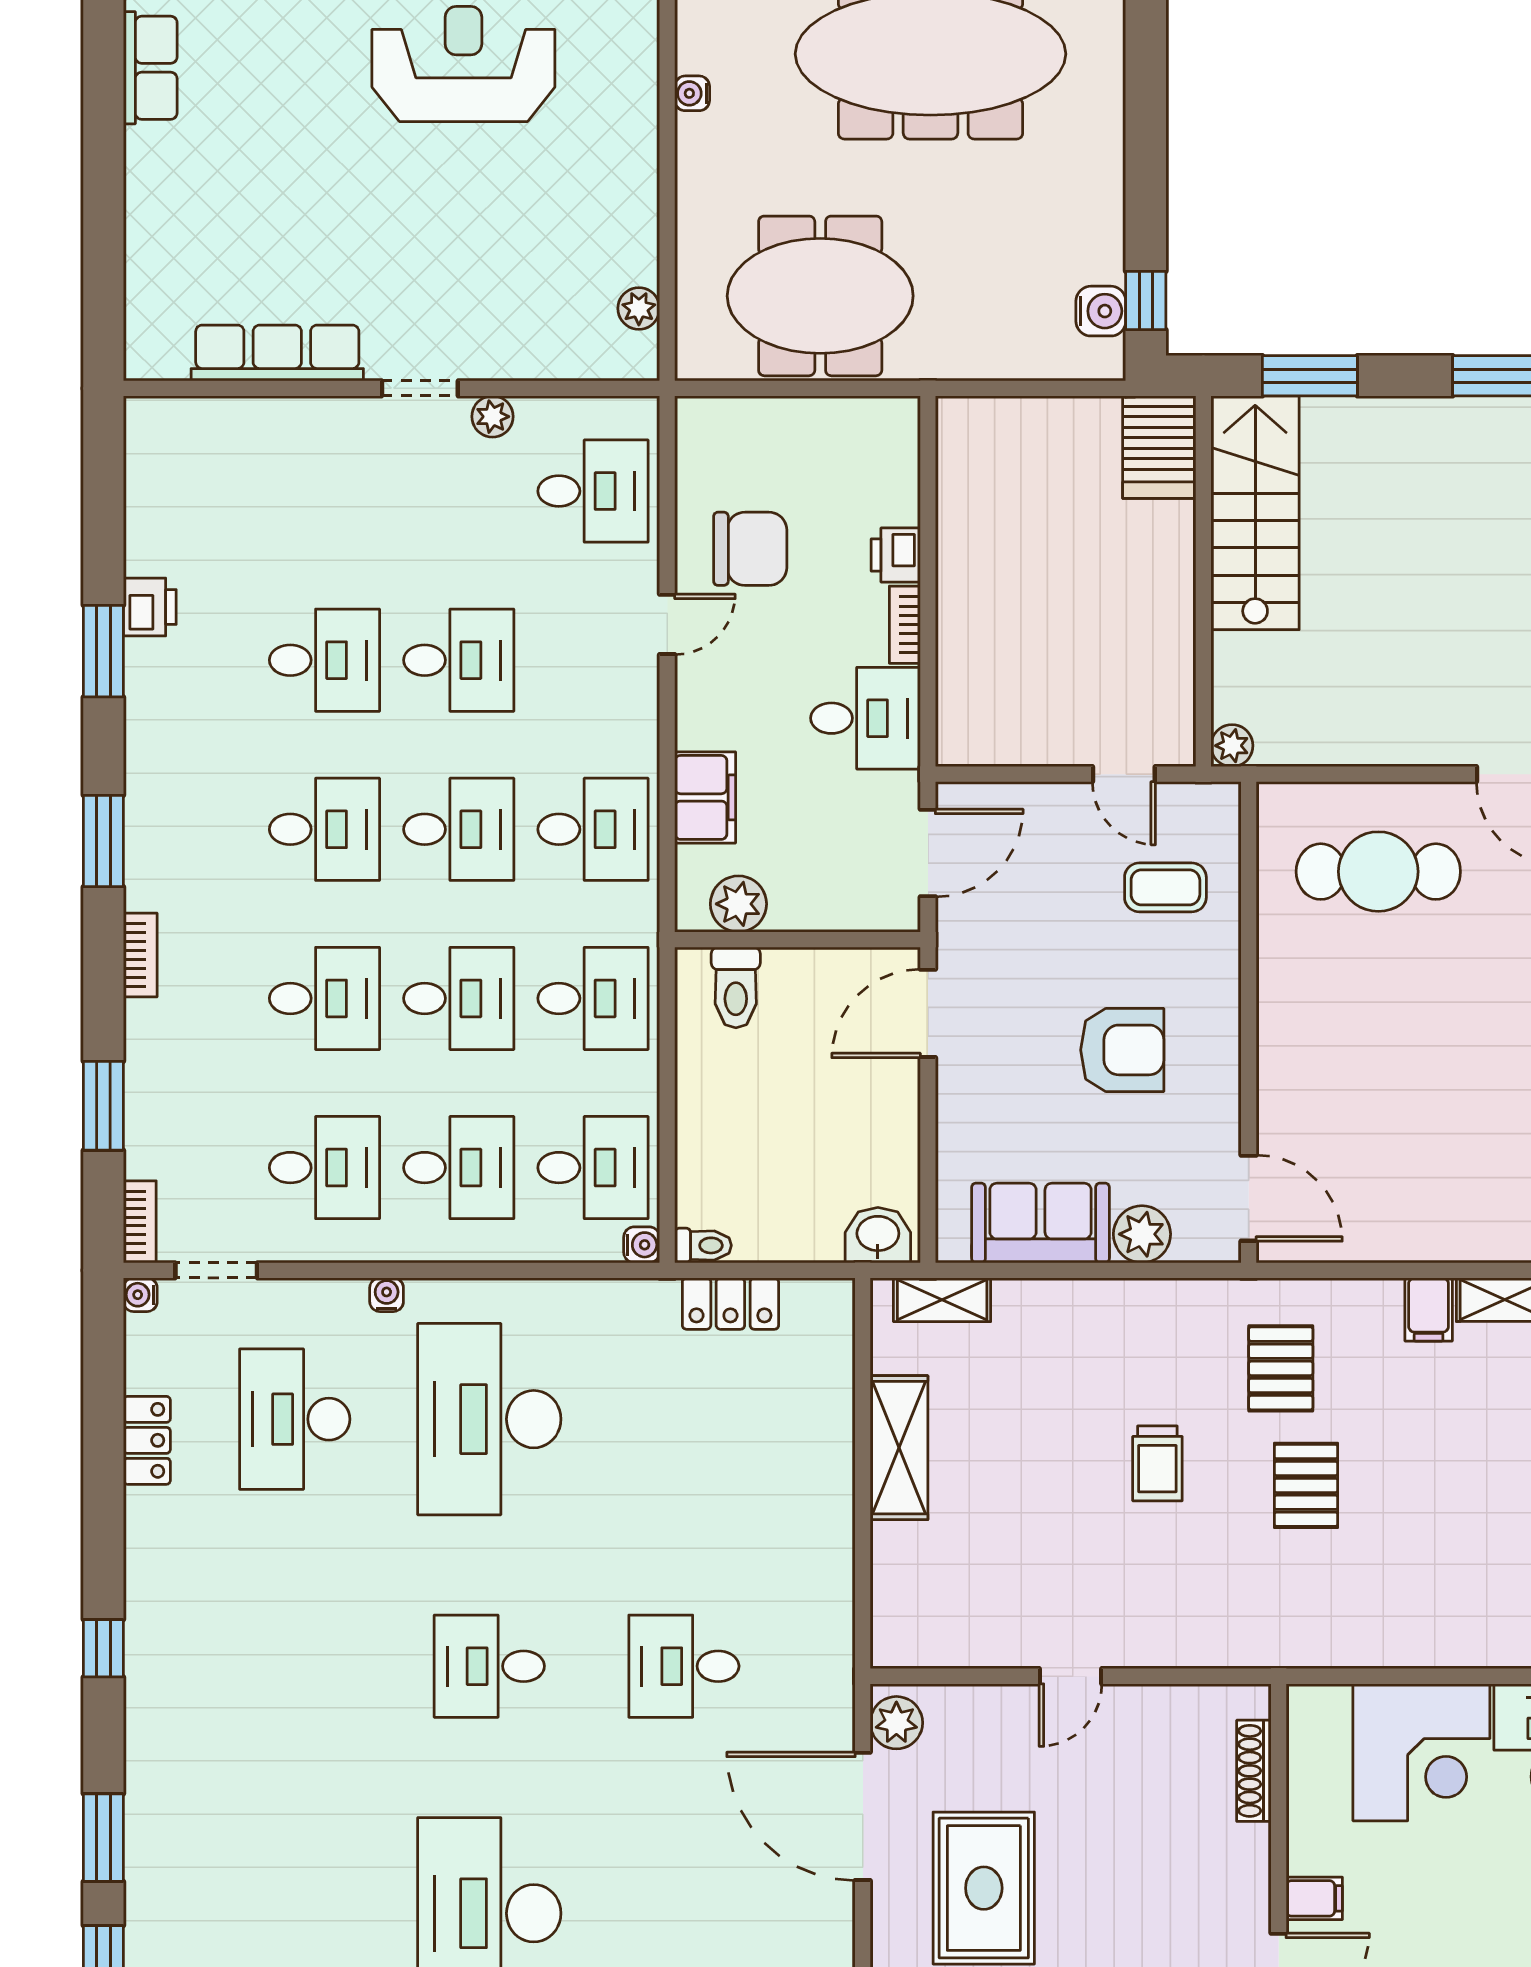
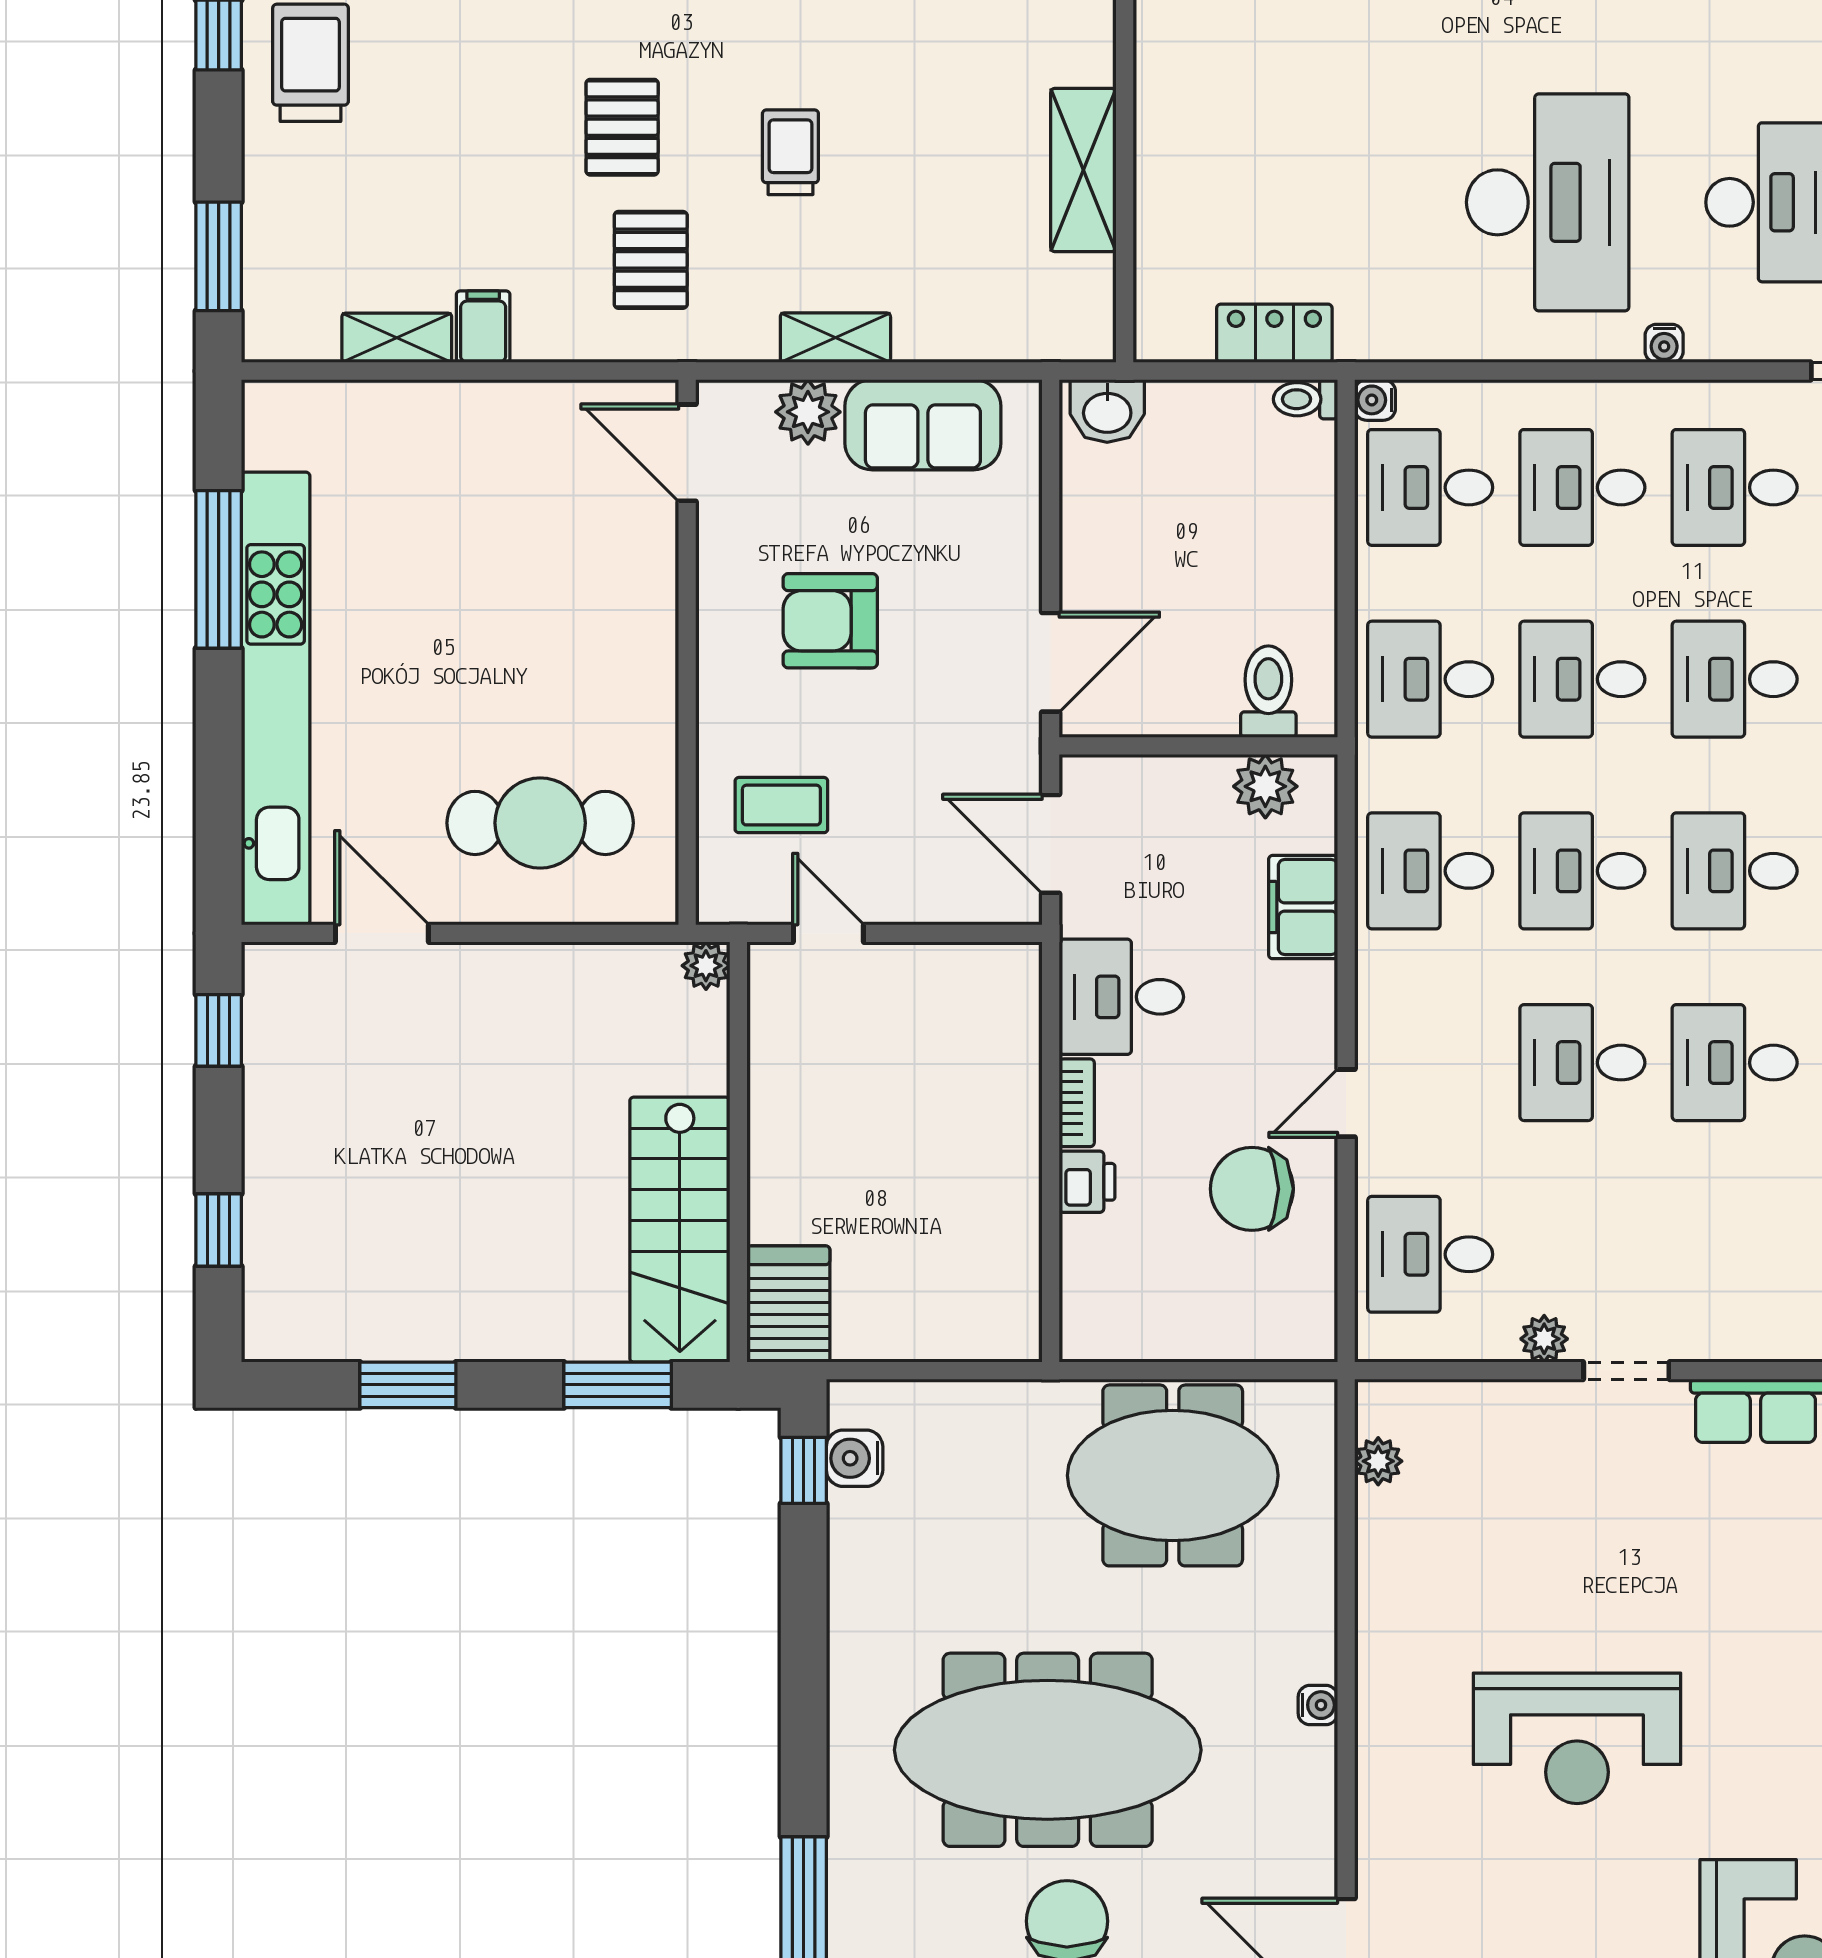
door: (928, 853) -> (1051, 844), hinge flipped
shelving: (942, 1300) -> (835, 338), moved

